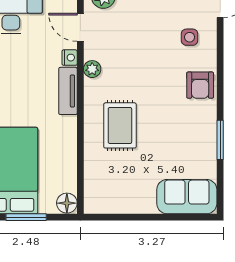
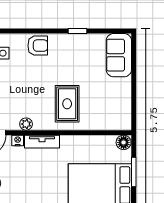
rug: (120, 125) -> (67, 104), turned 90
window: (220, 140) -> (78, 31), width x0.67

